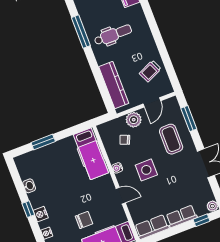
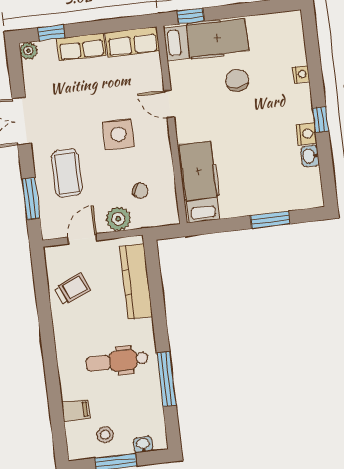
water cooler: (117, 168) -> (164, 149), removed
nightstand: (41, 214) -> (306, 134), moved
chair: (84, 220) -> (237, 80), turned 90

